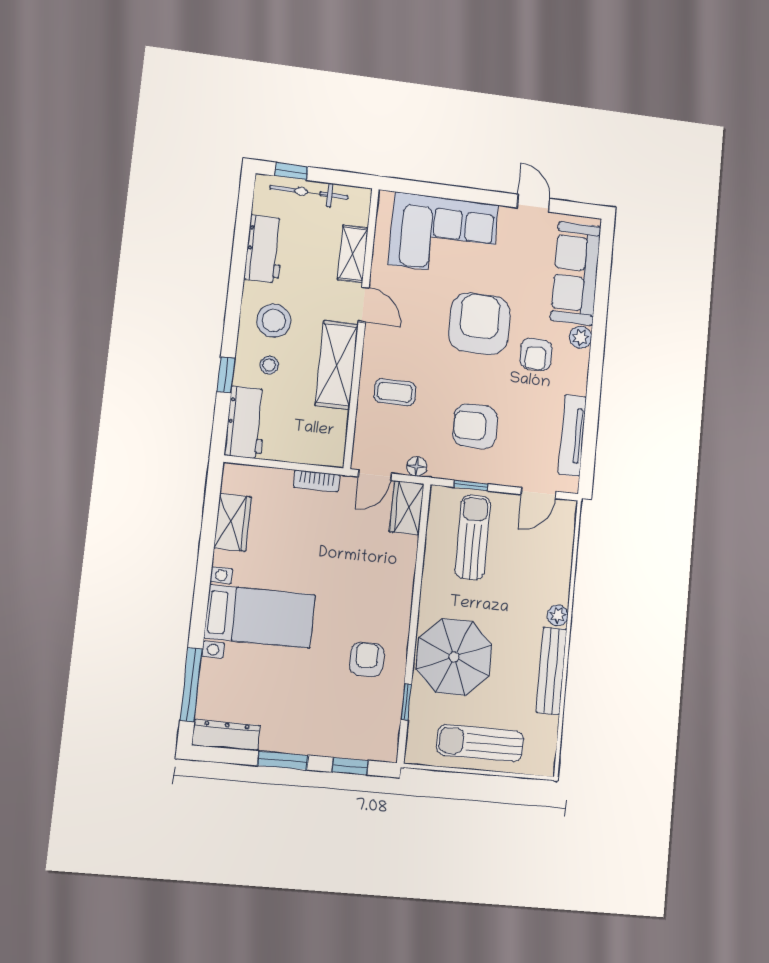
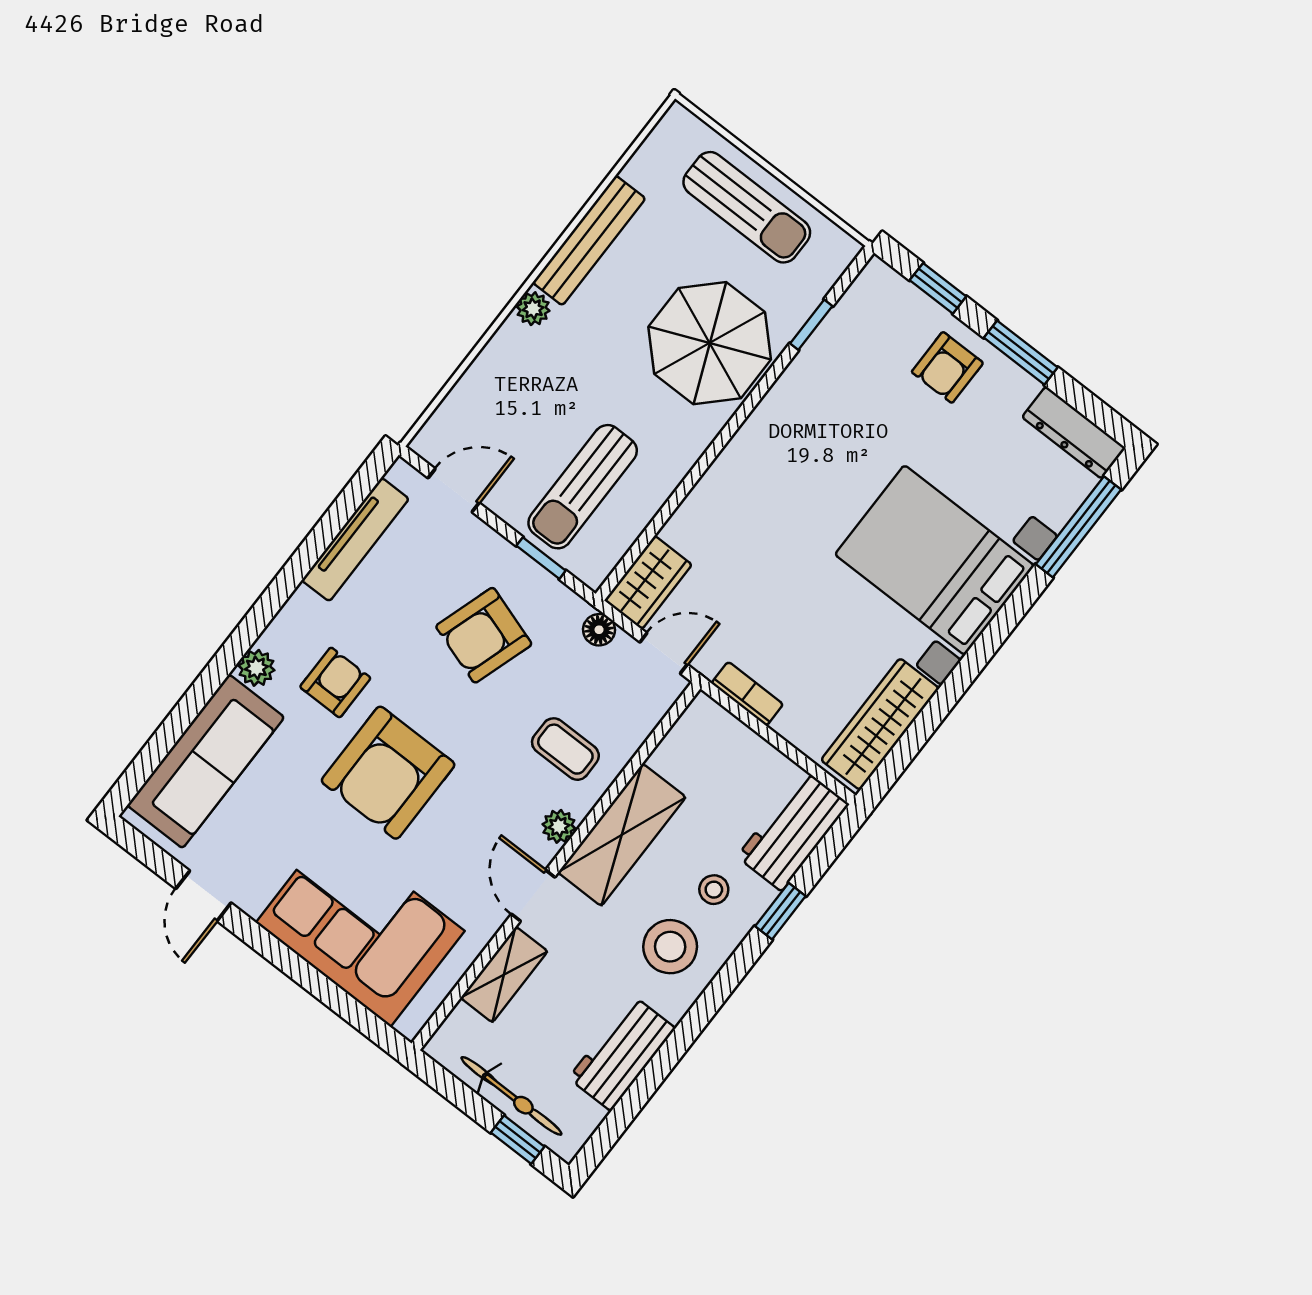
plant: (373, 349) -> (559, 826), added
armchair: (475, 426) -> (484, 635), turned 108
wardrobe: (233, 522) -> (880, 724), width x1.50
bed with nightstands: (260, 616) -> (935, 560), width x1.36
armchair: (367, 659) -> (947, 367), moved

